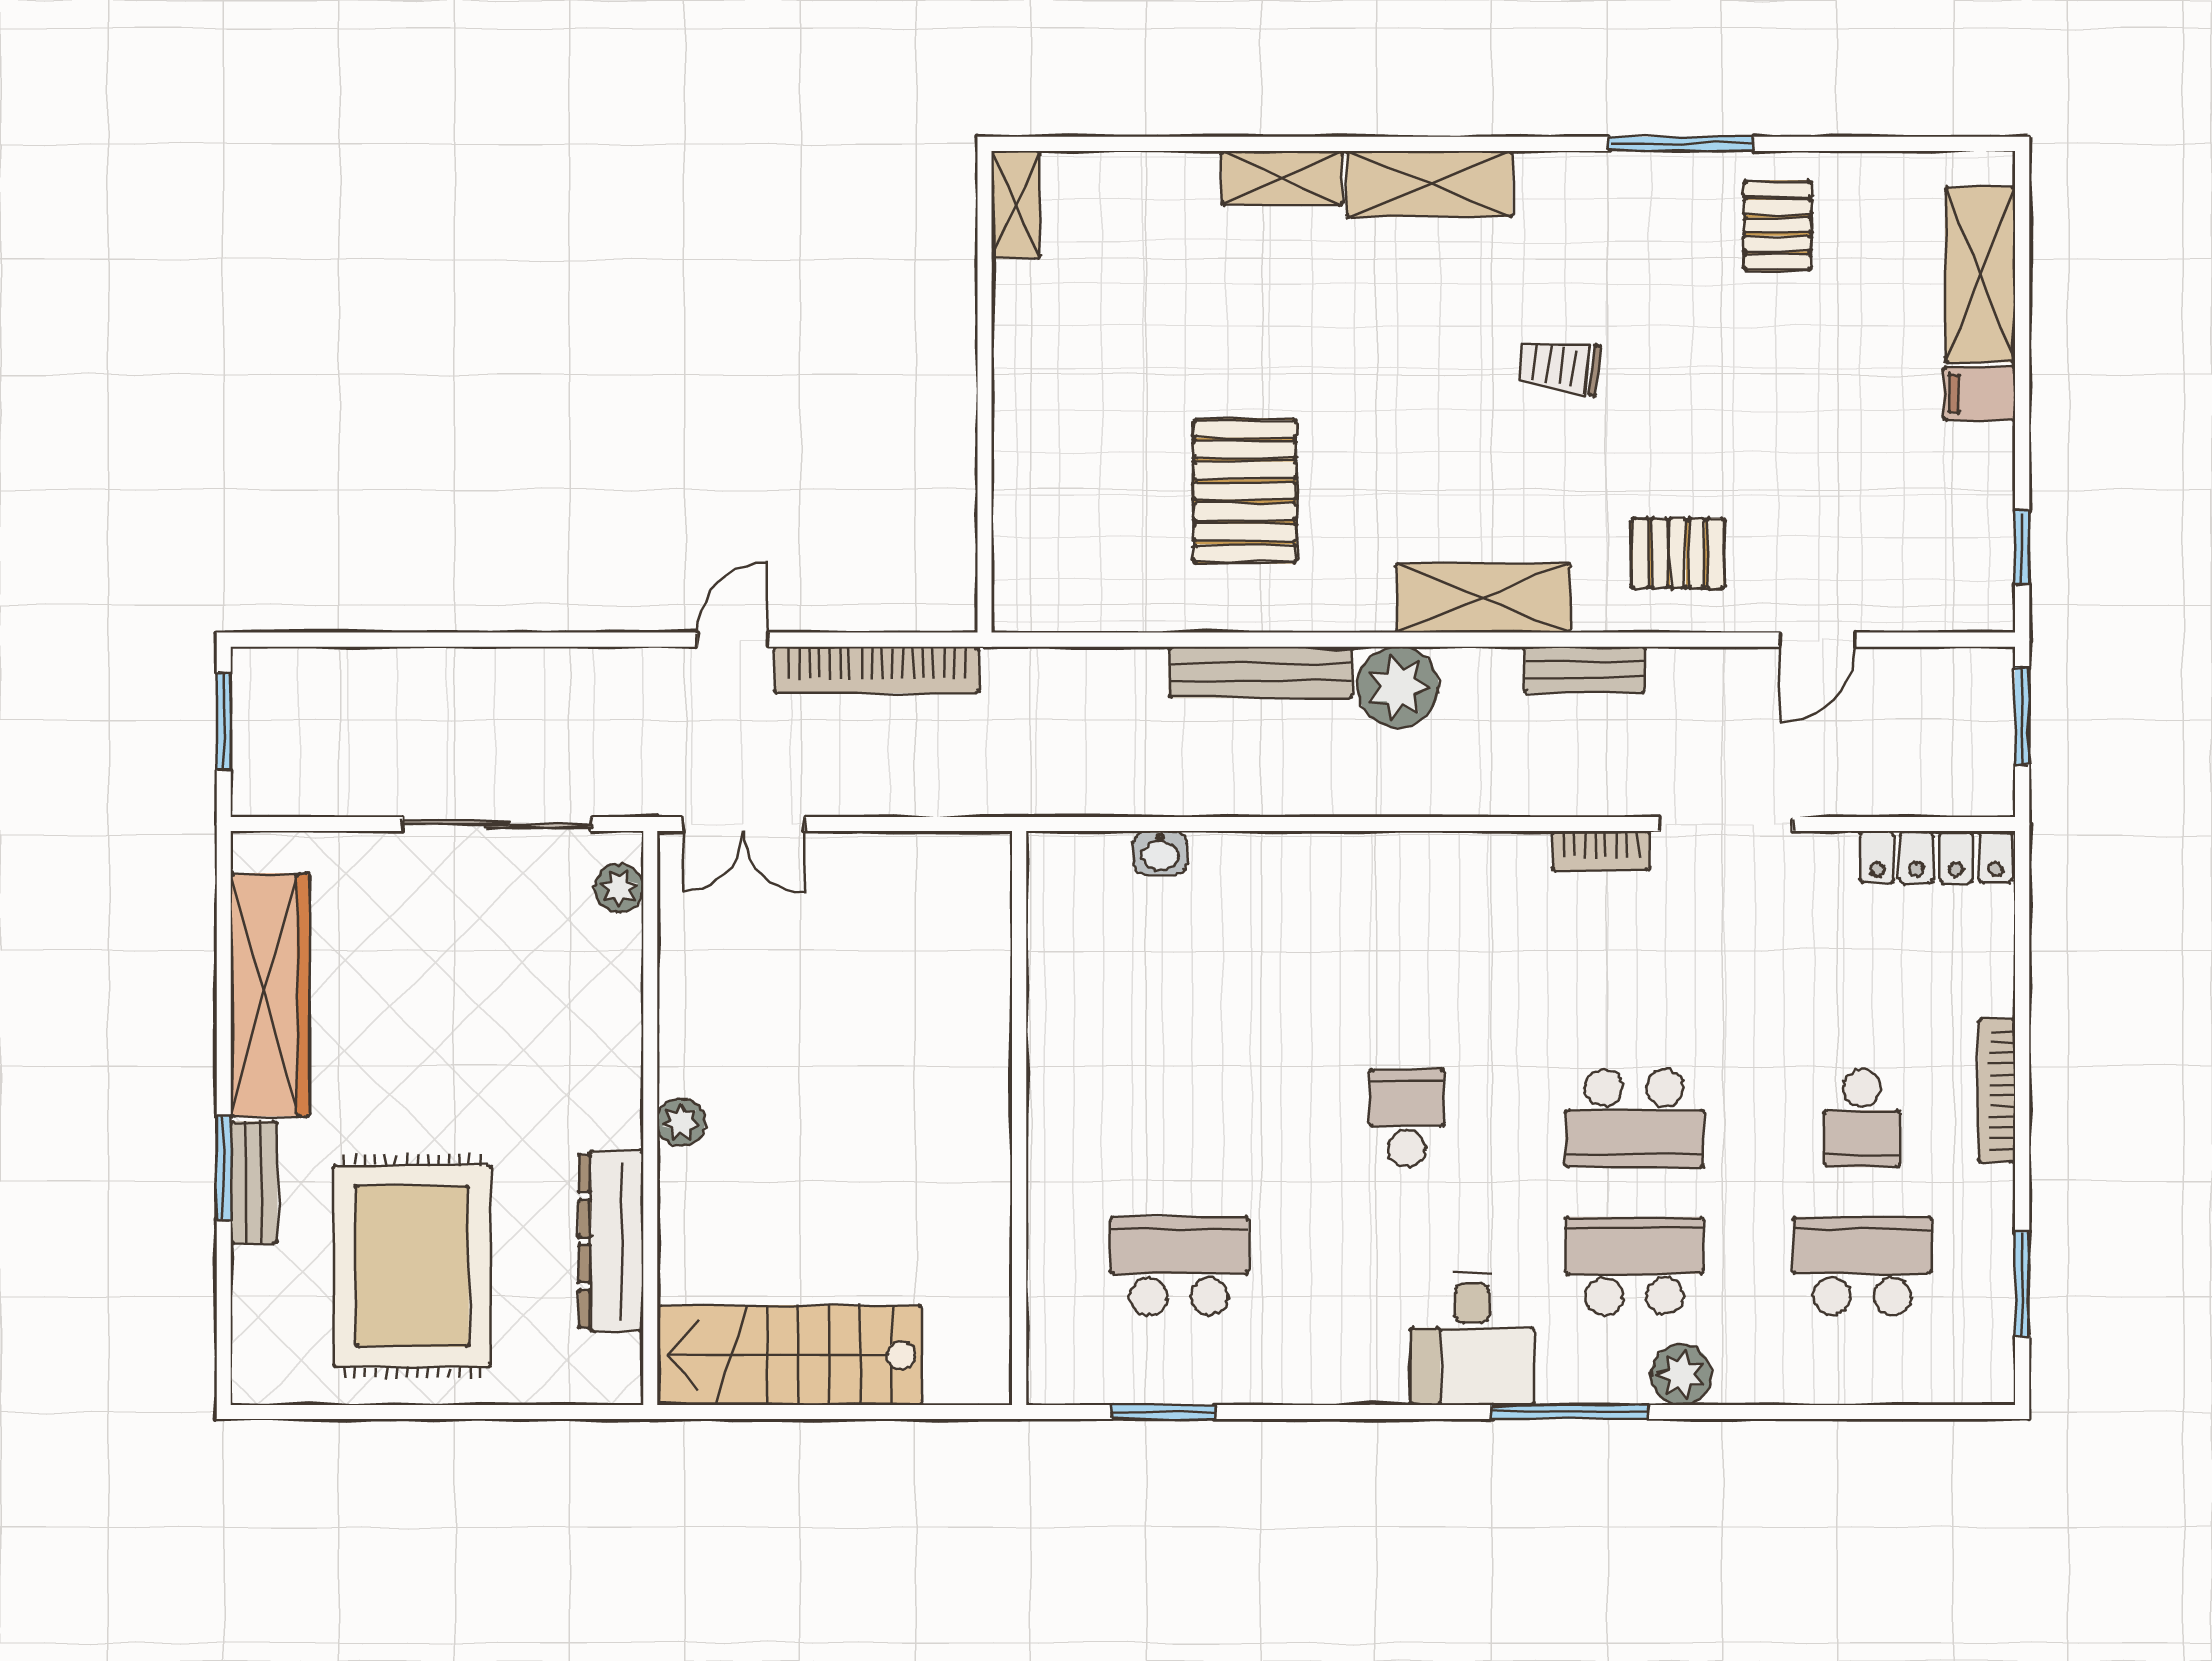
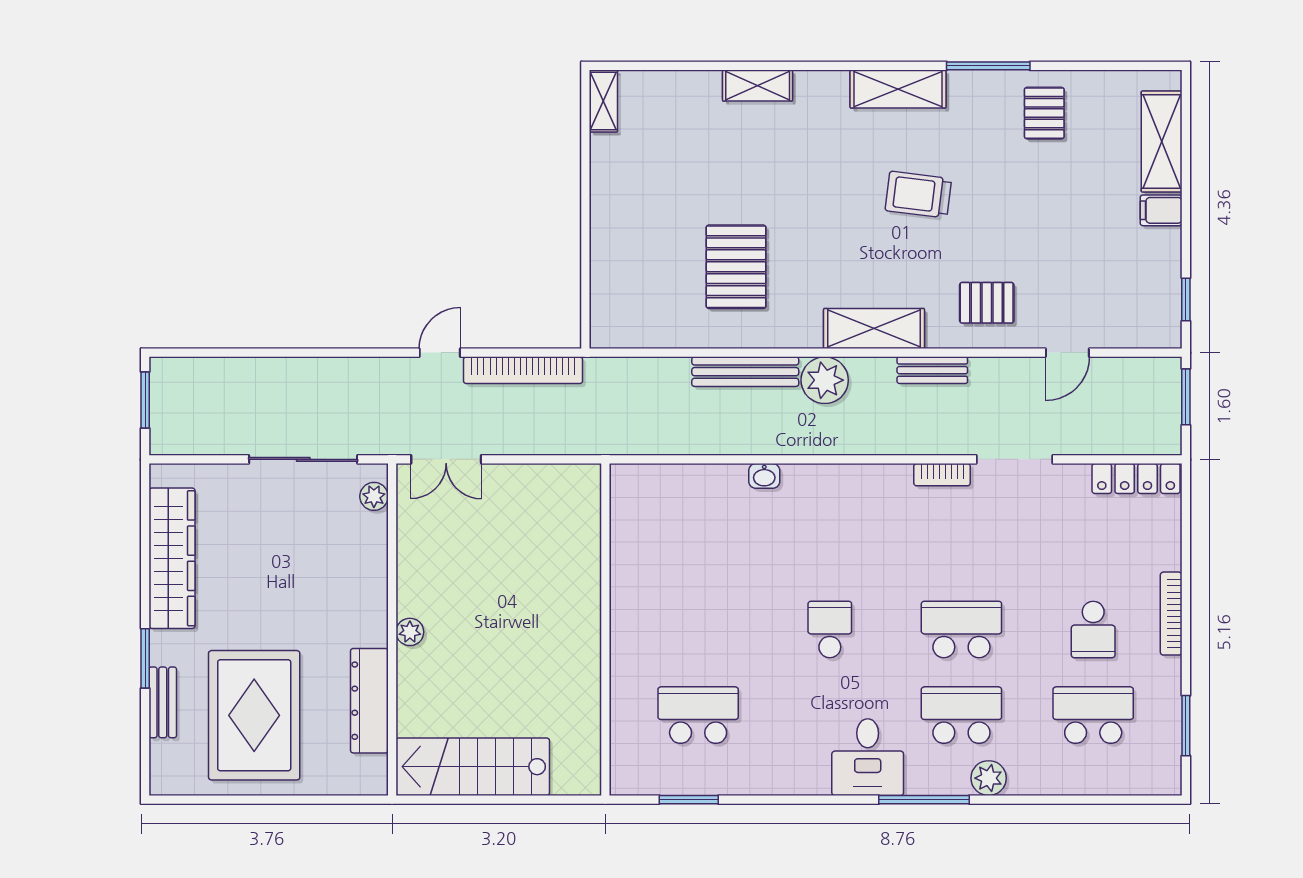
shelving: (1430, 184) -> (898, 89), moved
trolley: (1560, 366) -> (918, 195), width x1.36, depth x1.39
washbasin: (1160, 853) -> (764, 476), moved
school desk: (1634, 1118) -> (961, 630), turned 180
bench: (254, 1182) -> (163, 702), moved

